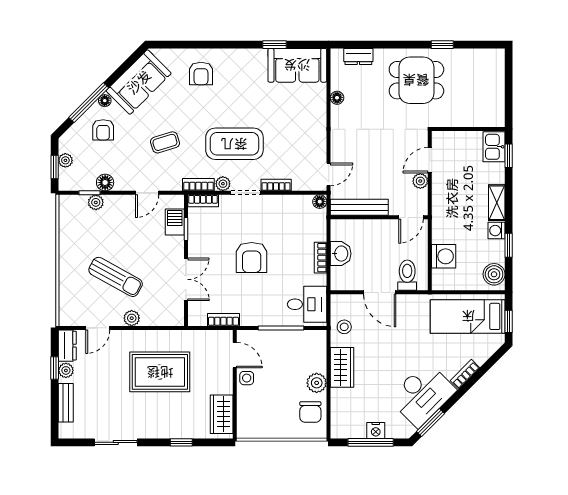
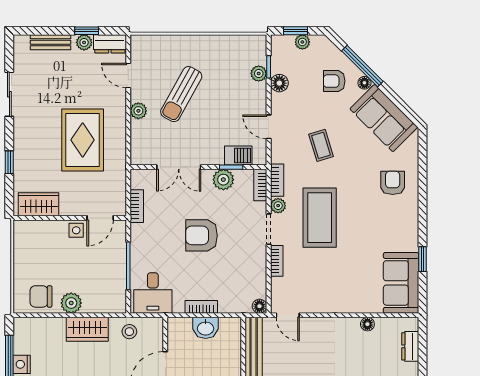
armchair: (201, 74) -> (393, 183), turned 90
plant: (198, 236) -> (223, 180), added

